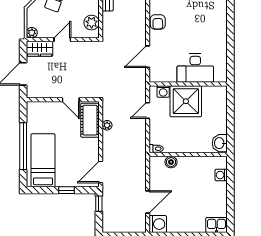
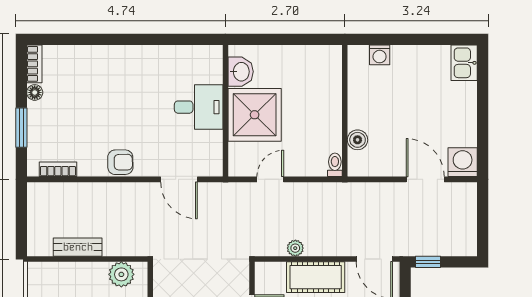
desk: (195, 68) -> (199, 107), width x0.73
washing machine: (163, 92) -> (238, 153), removed
door: (148, 111) -> (270, 179), swing flipped
cot: (90, 120) -> (316, 277), moved
washbasin: (220, 143) -> (241, 72), moved, turned -90

